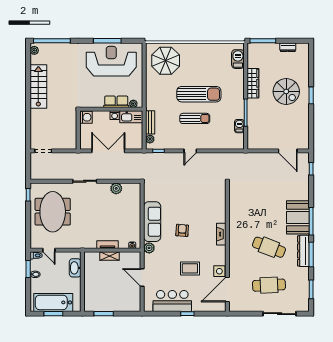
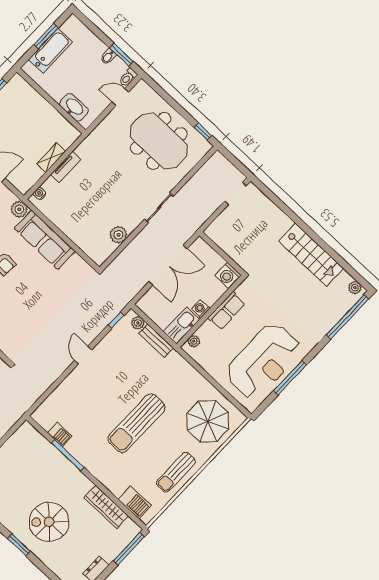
wardrobe: (253, 83) -> (106, 507), moved
row of seats: (116, 102) -> (227, 311), moved
sun lounger: (195, 118) -> (176, 472), moved
bathtub: (53, 302) -> (50, 51), width x0.73, depth x0.73

